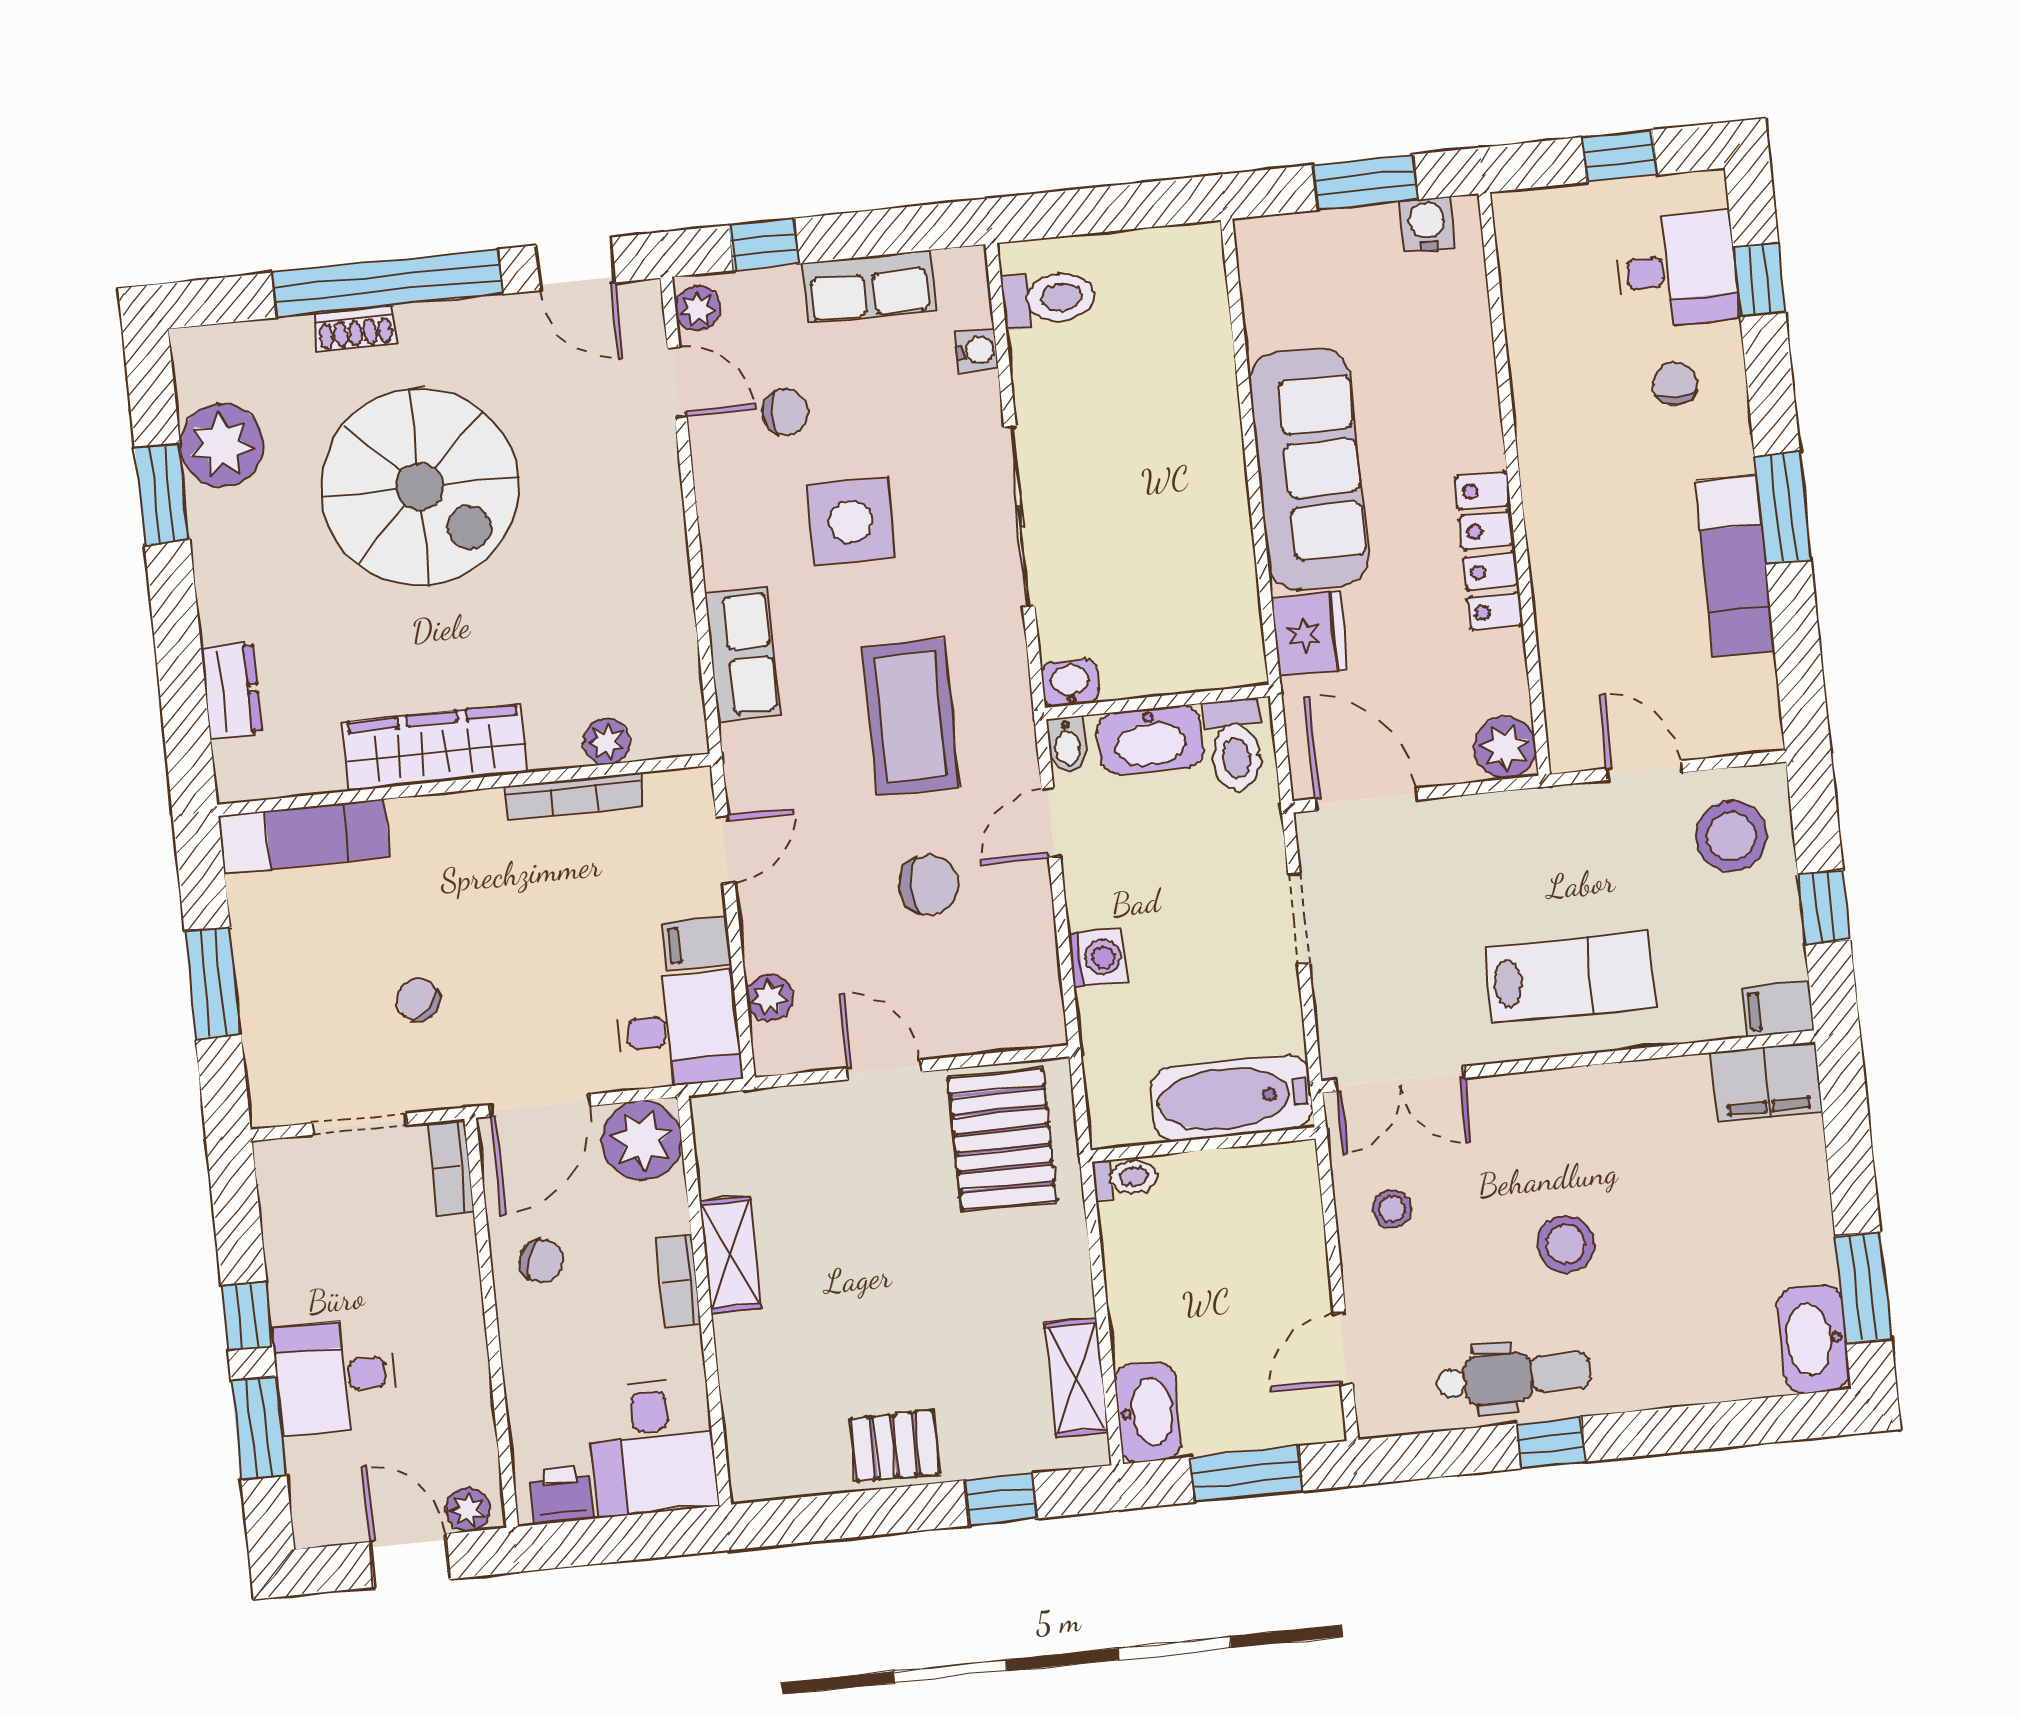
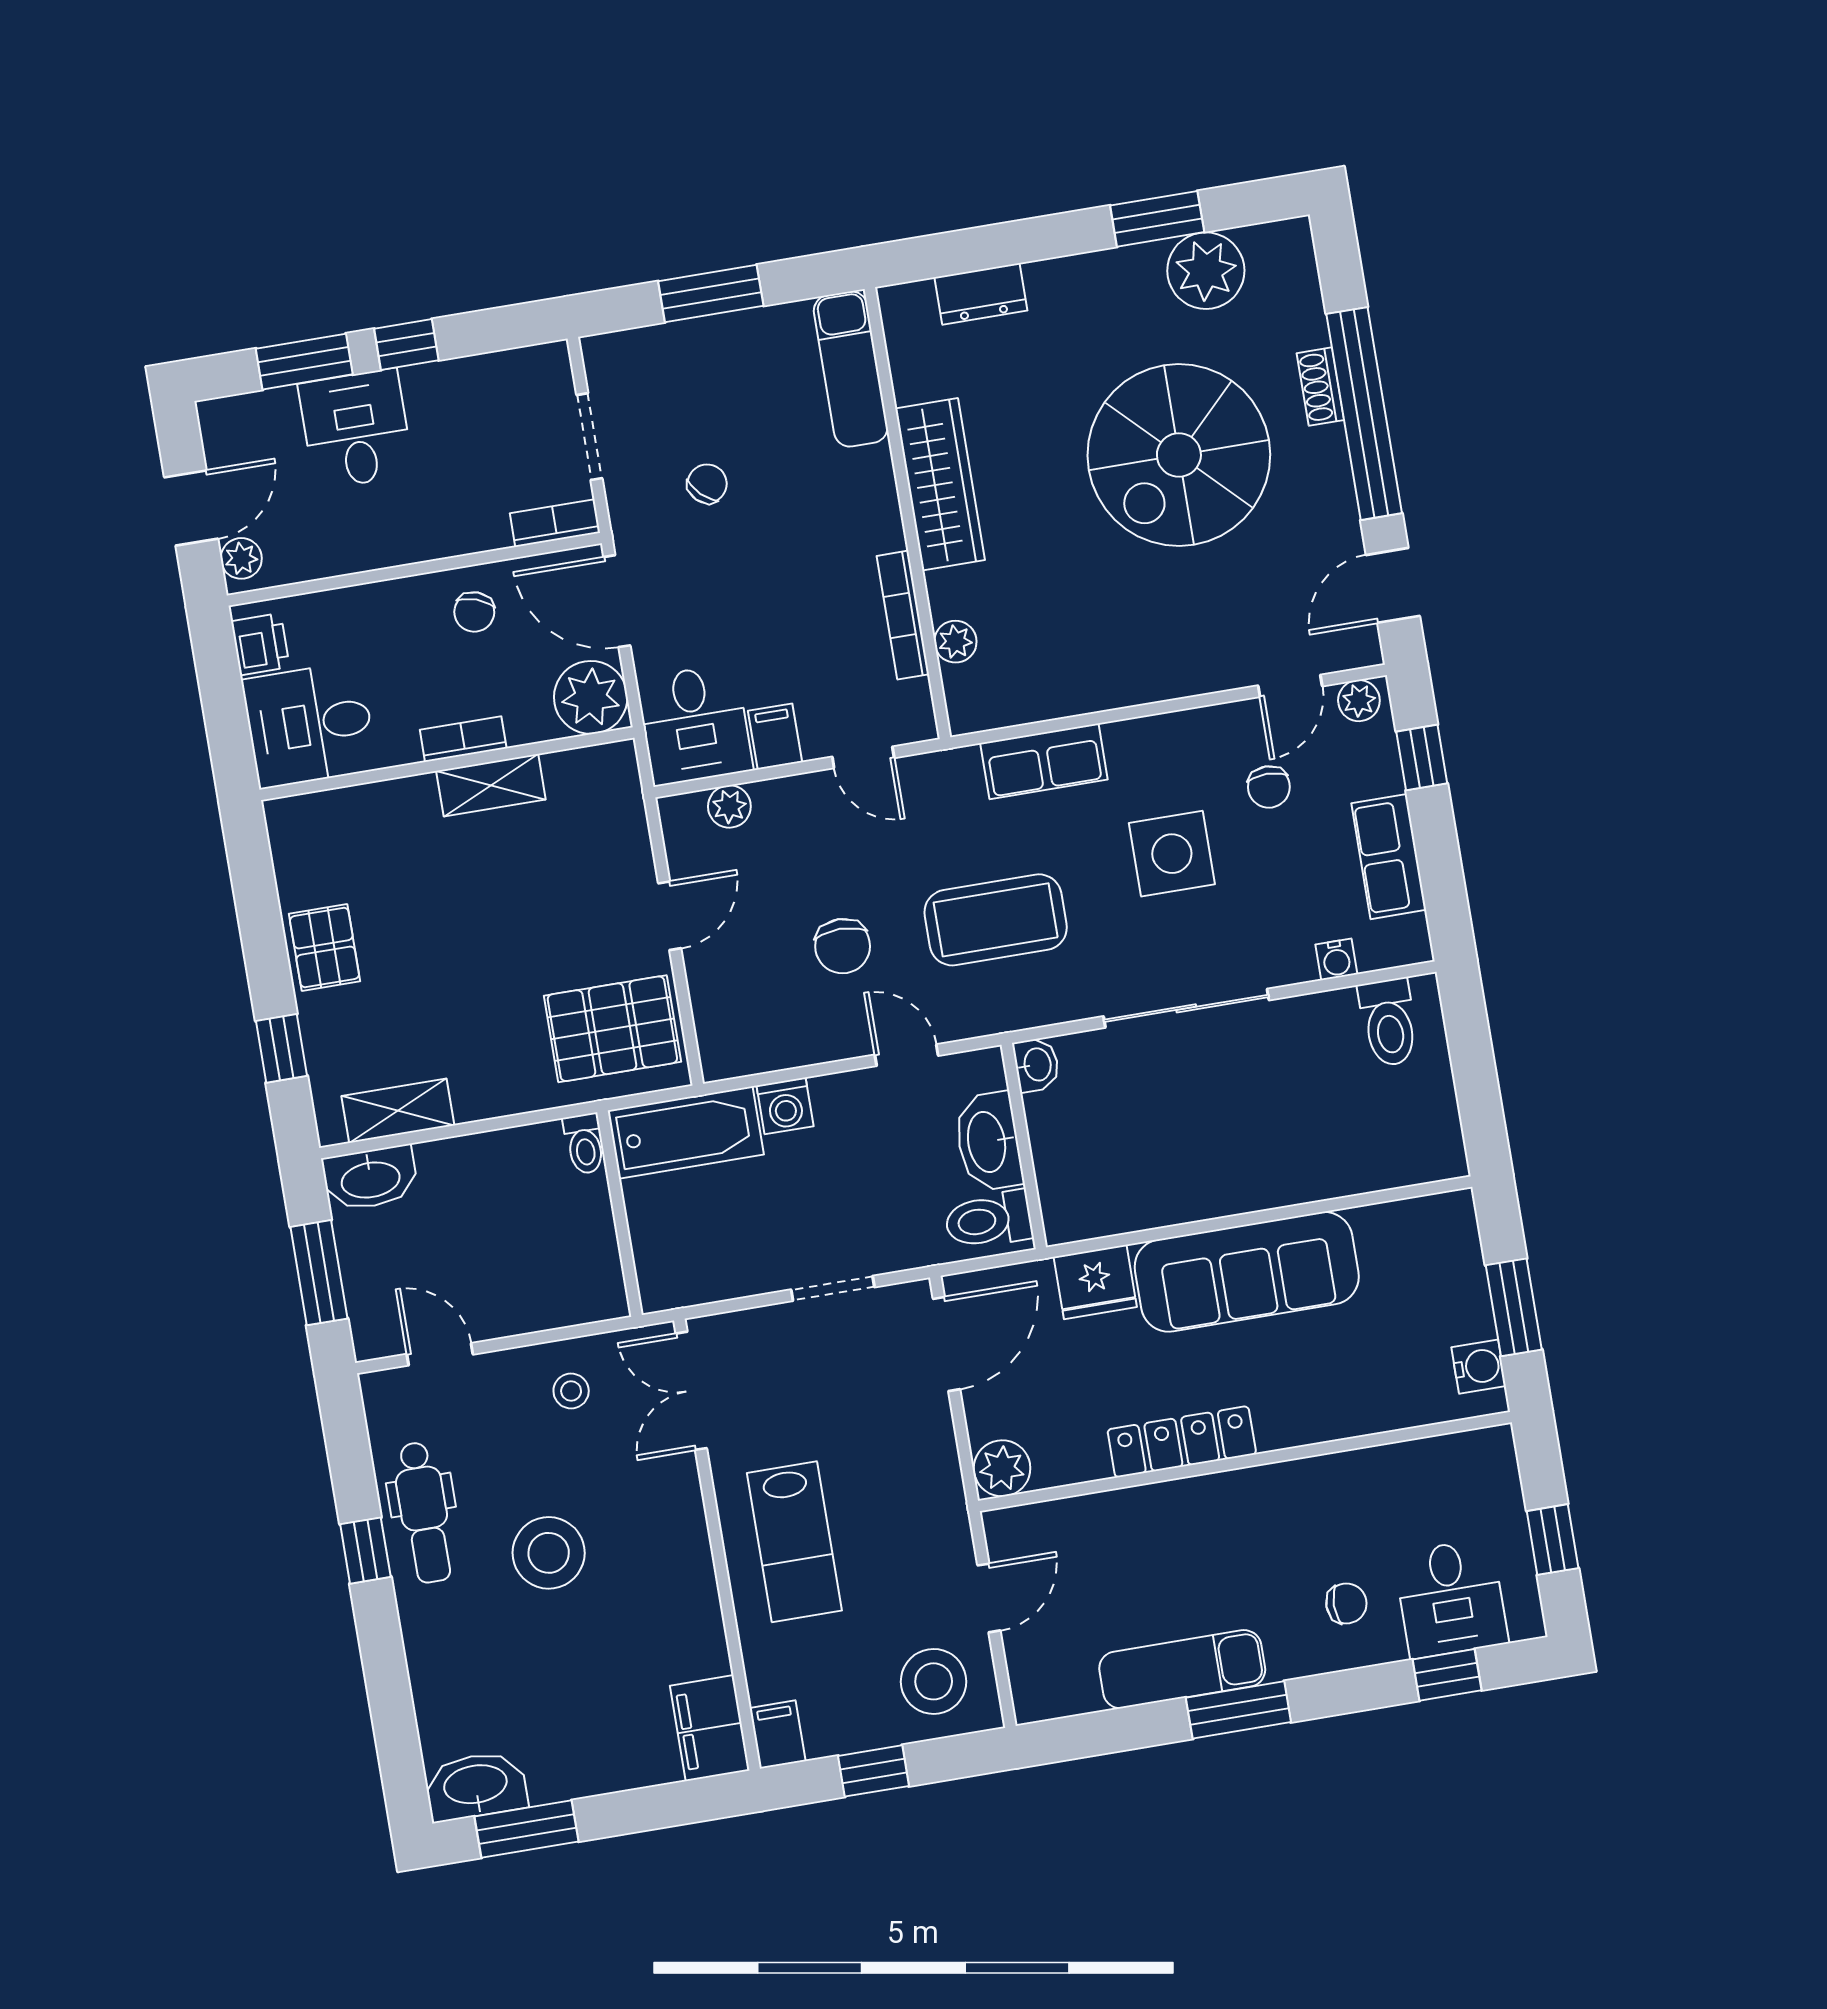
bidet: (1067, 745) -> (979, 1066), removed
bathtub: (1231, 1098) -> (686, 1132), moved, turned 90
stool: (1566, 1244) -> (549, 1553), width x1.38, depth x1.38

